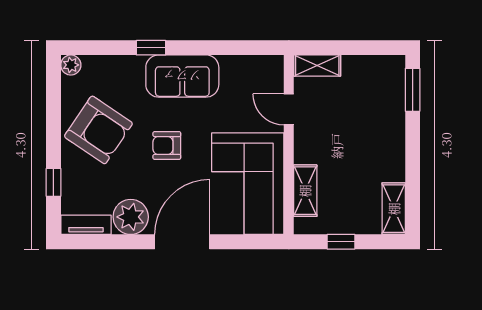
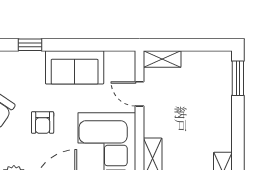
sofa: (182, 76) -> (75, 67), moved
armchair: (167, 145) -> (43, 123), turned -90

